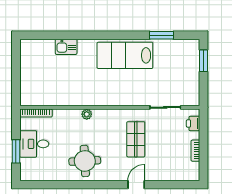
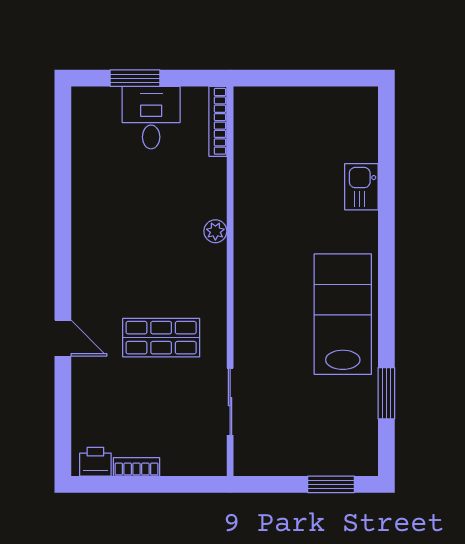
printer: (193, 123) -> (95, 462), moved
round table: (85, 161) -> (114, 227), removed

